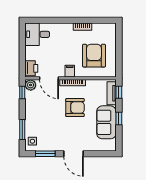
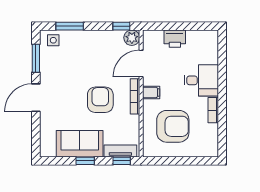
desk: (37, 34) -> (201, 80), moved, turned 90
printer: (31, 68) -> (175, 39), moved
armchair: (75, 108) -> (100, 100), turned 180

